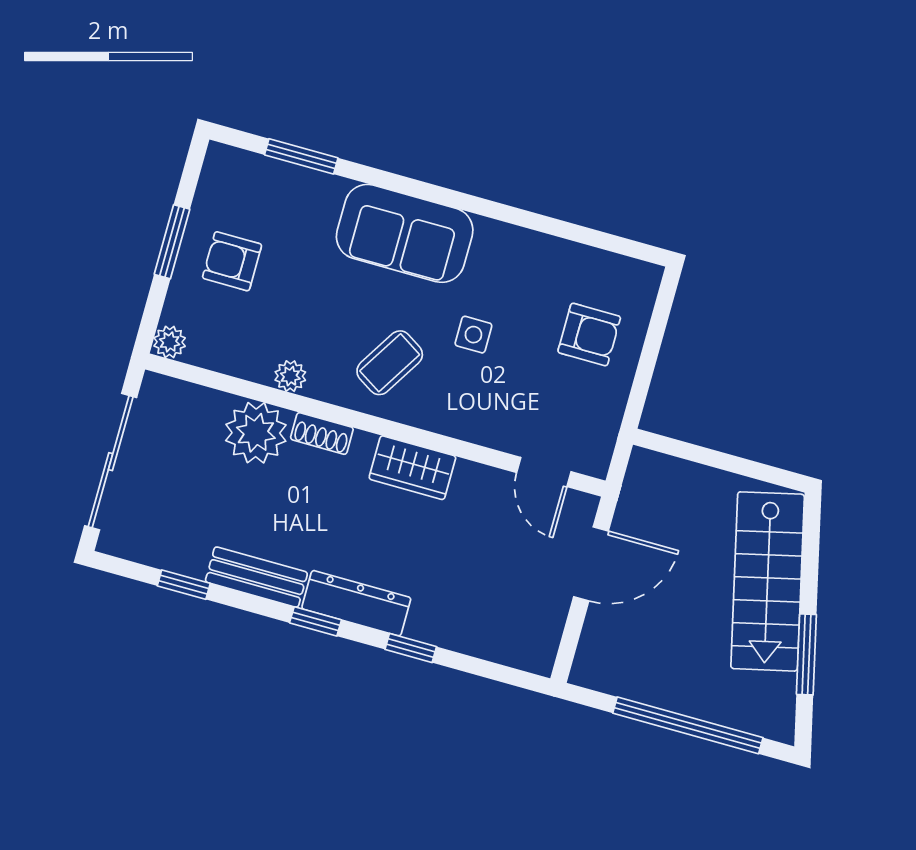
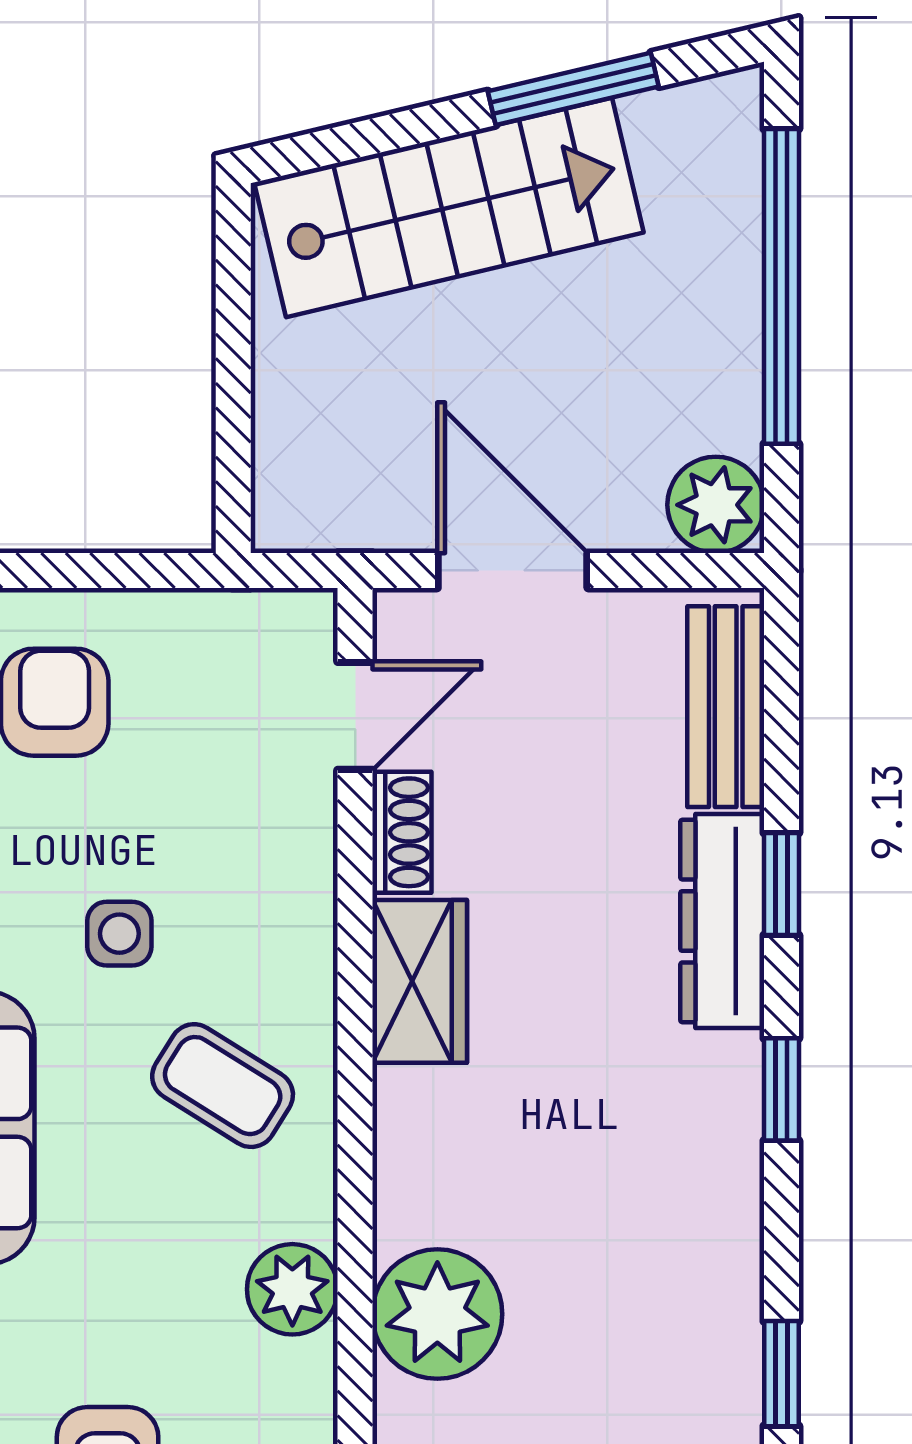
plant: (290, 376) -> (292, 1289), width x1.38, depth x1.38
shoe rack: (322, 433) -> (402, 832), moved
bench: (256, 577) -> (726, 707), moved
dresser: (356, 603) -> (722, 921), moved
plant: (595, 667) -> (716, 505), added

